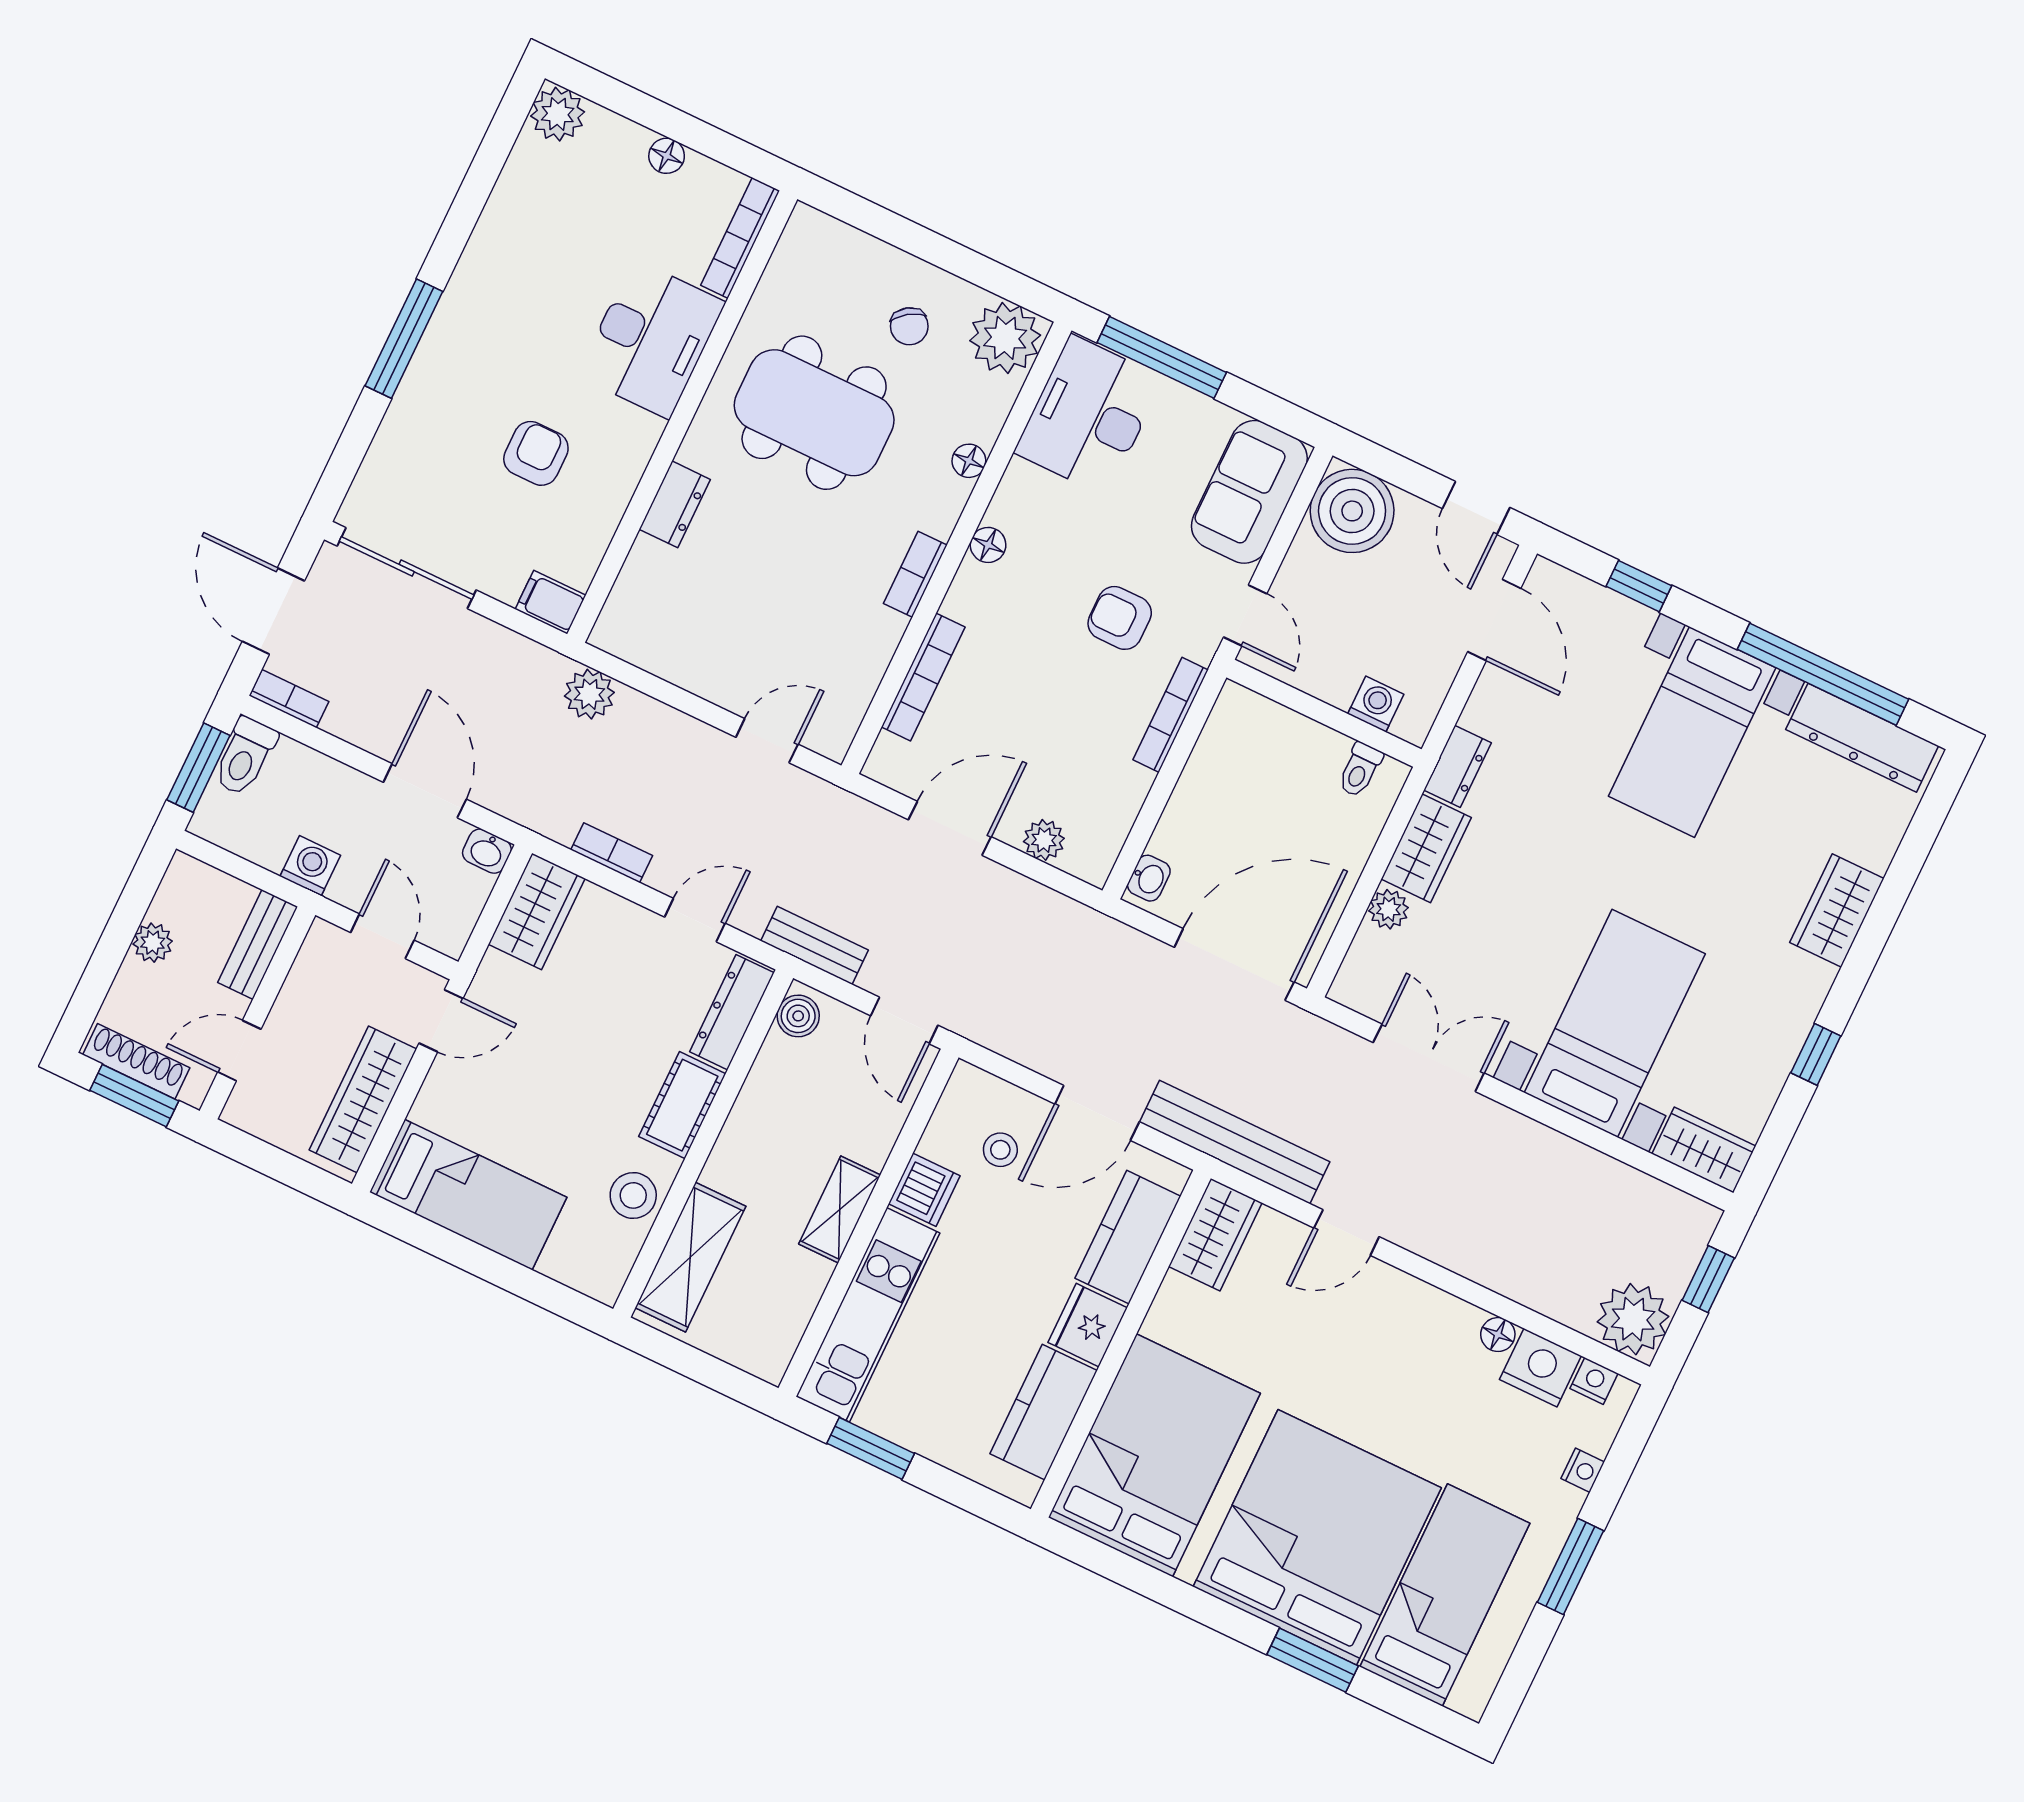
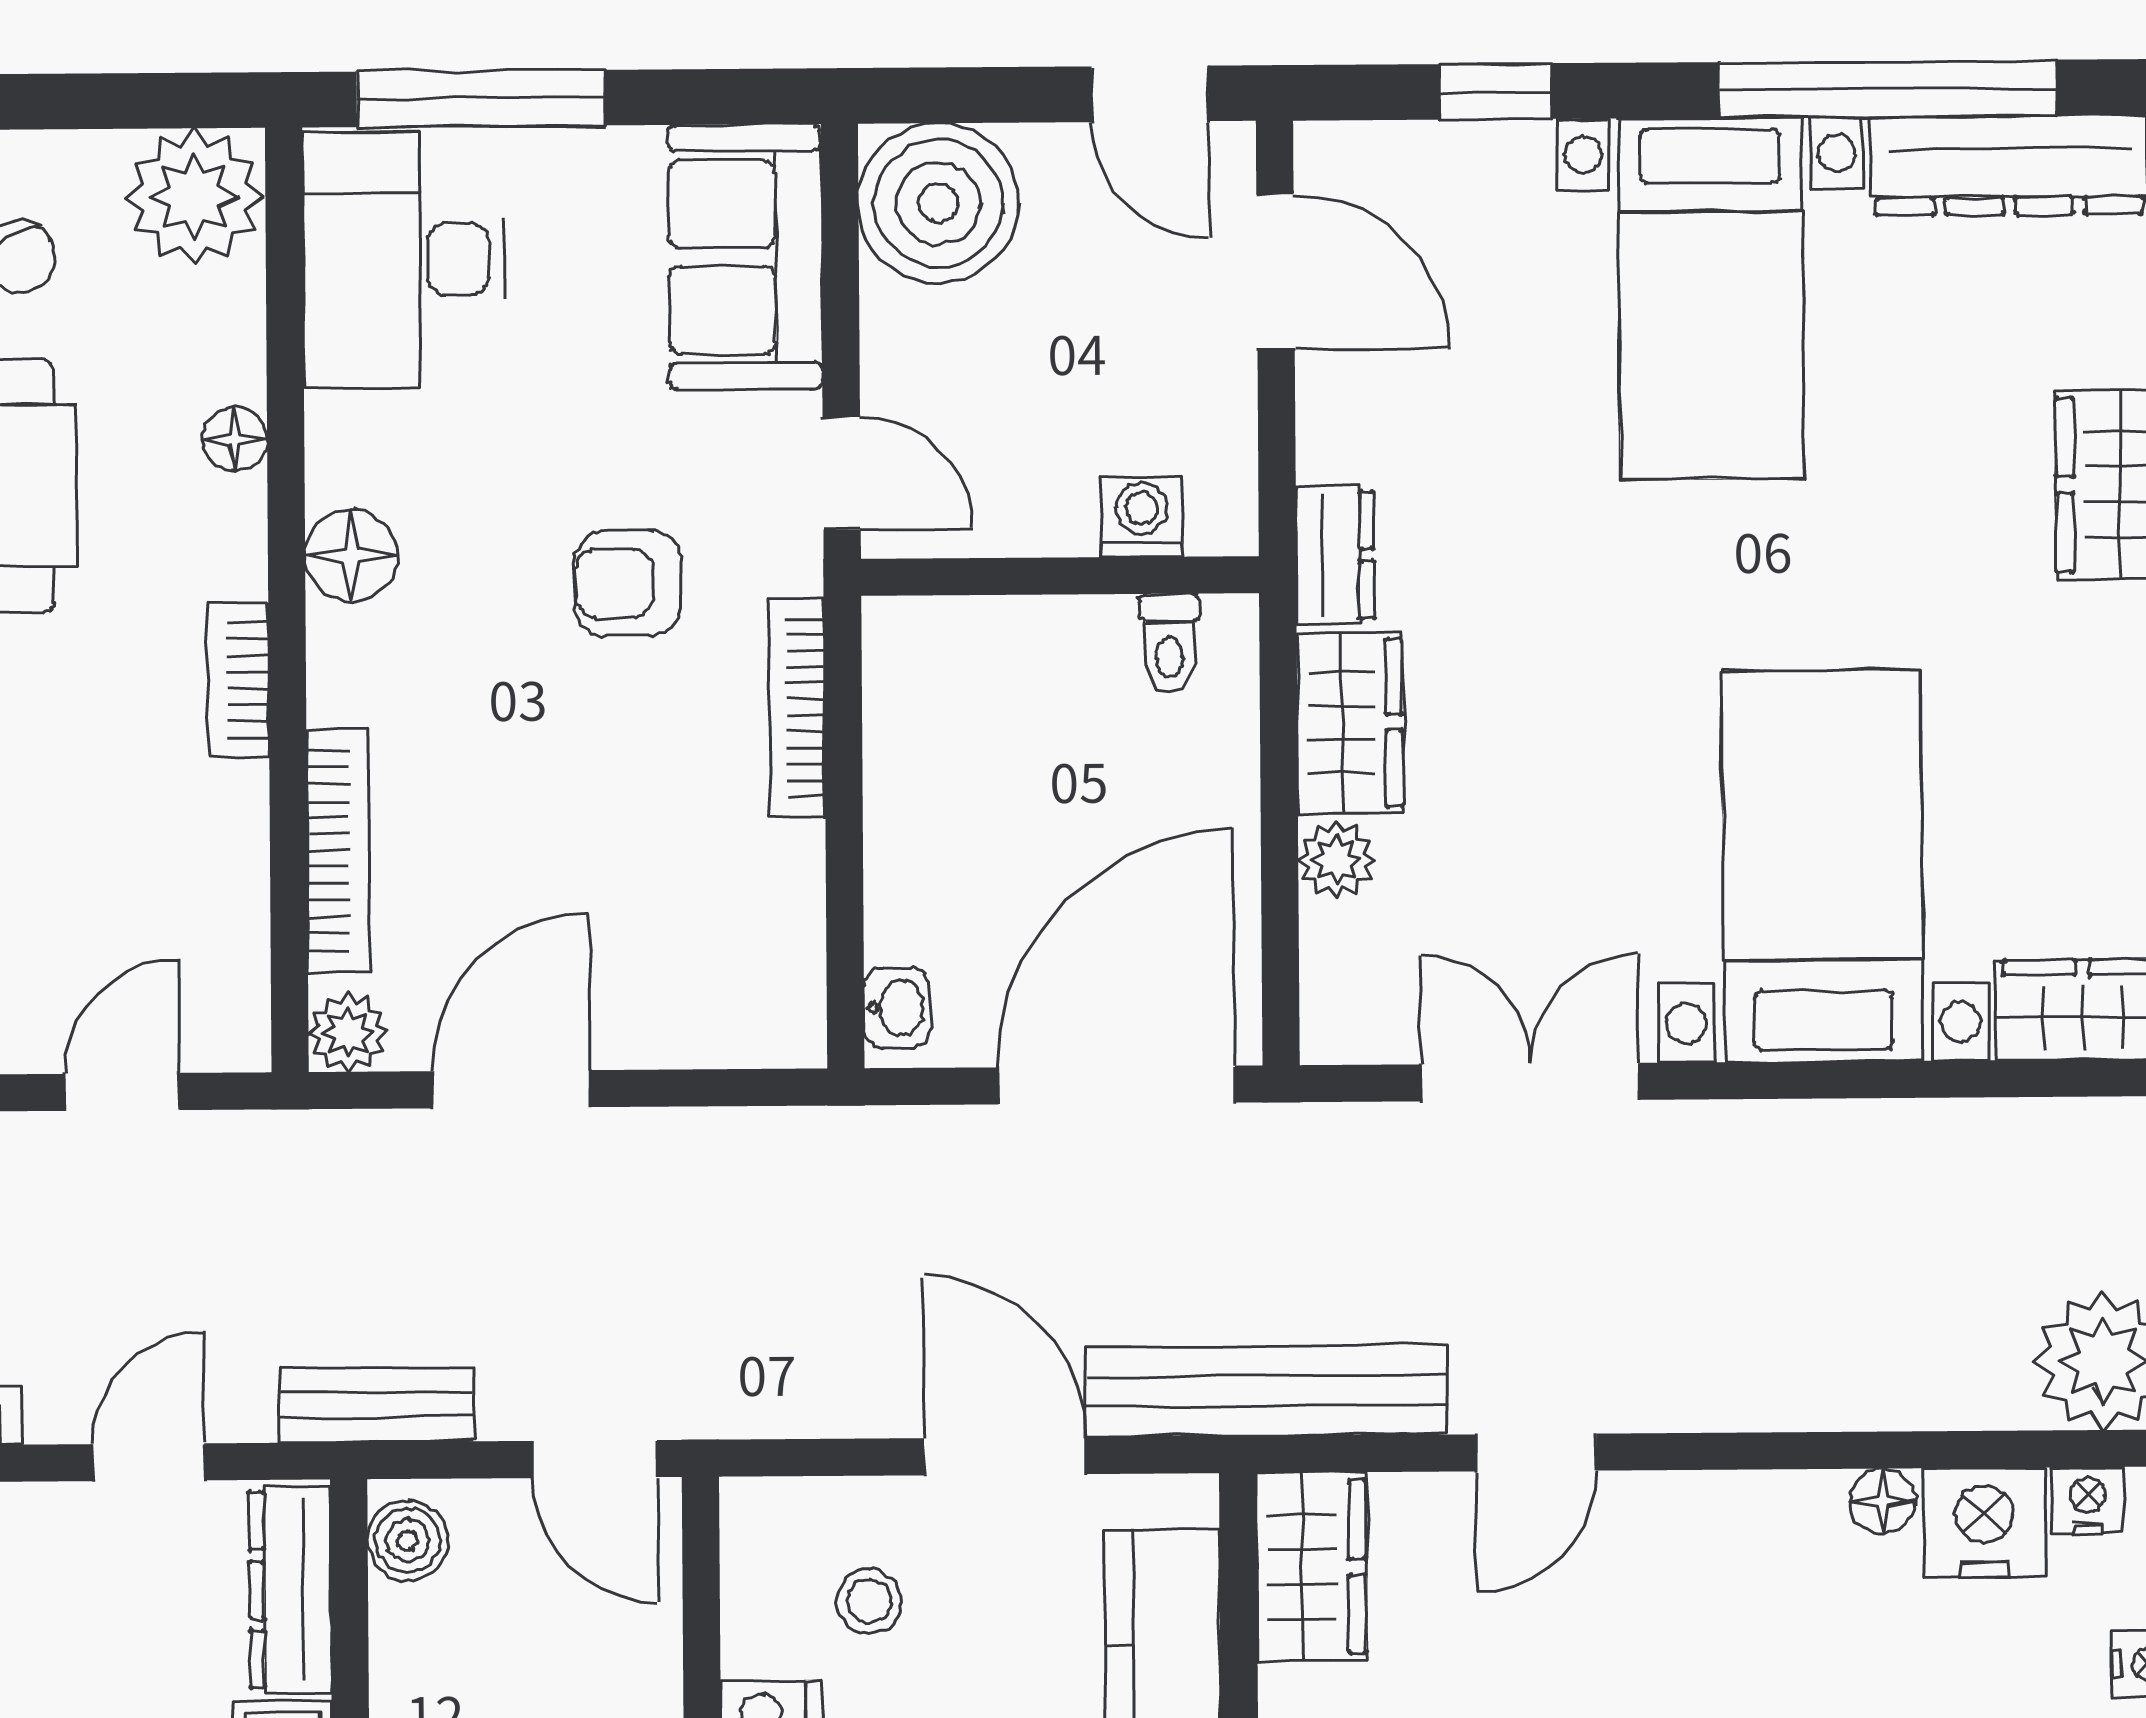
floor lamp: (988, 545) -> (351, 555), width x1.37, depth x1.37
plant: (1044, 840) -> (348, 1032), moved
door: (1097, 1113) -> (1005, 1456), swing flipped

